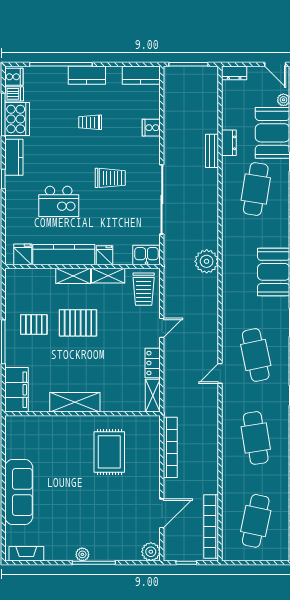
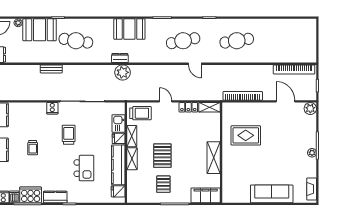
cooker: (151, 128) -> (52, 108), moved
dresser: (229, 143) -> (120, 58), moved
kitchen sink: (146, 255) -> (118, 123), moved
cafe table: (256, 521) -> (290, 41), removed

